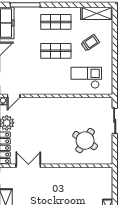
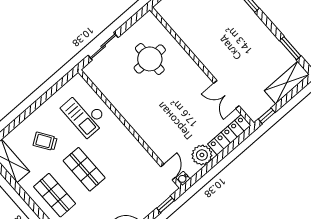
door: (14, 96) -> (168, 172), hinge flipped
round table: (85, 141) -> (150, 59), turned -33

